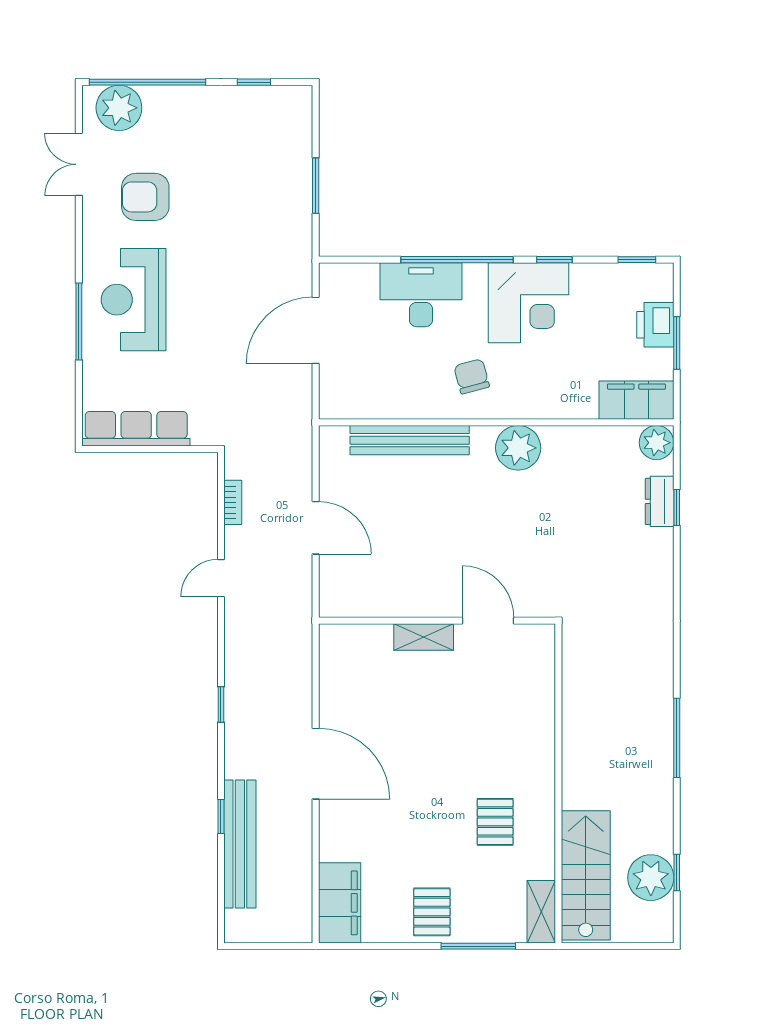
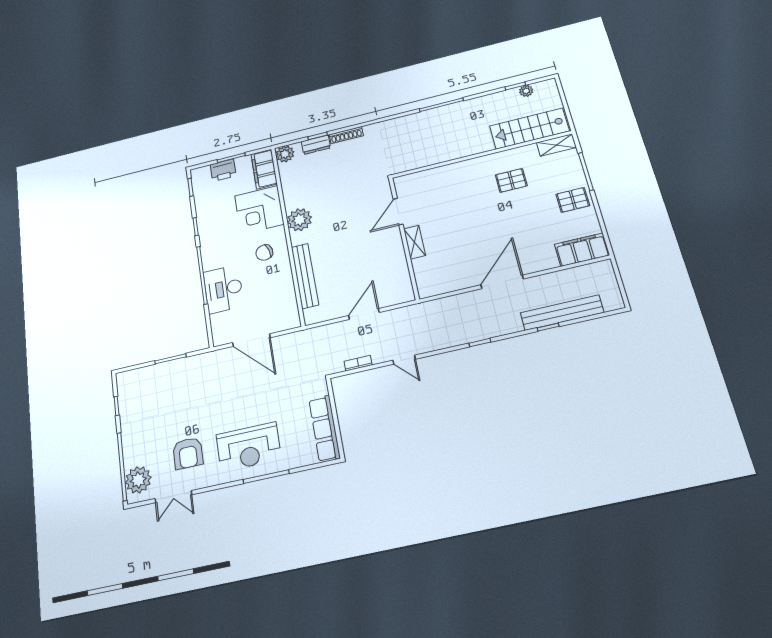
corner desk: (529, 303) -> (259, 210), moved, turned 180
shoe rack: (664, 559) -> (346, 135), added
plant: (651, 878) -> (526, 91), width x0.53, depth x0.53

